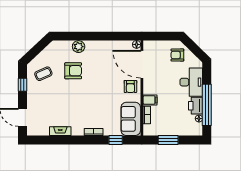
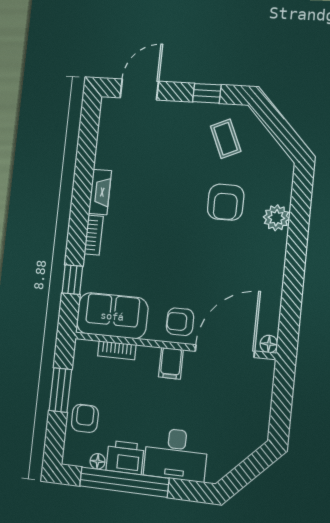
armchair: (177, 55) -> (85, 418), moved
filing cabinet: (150, 100) -> (171, 363), moved
fireplace: (60, 131) -> (100, 192), moved

